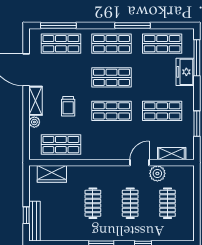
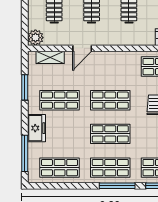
window: (133, 26) -> (117, 186), moved
freezer: (185, 72) -> (36, 128), moved
plant: (157, 173) -> (35, 38), moved

